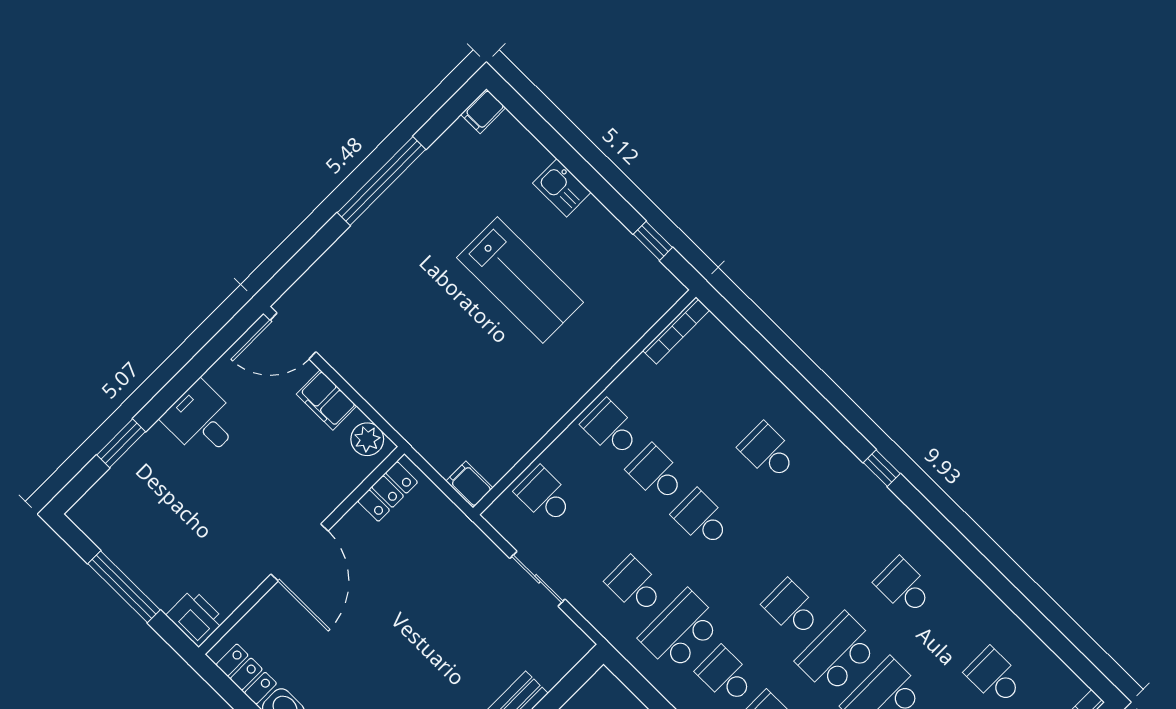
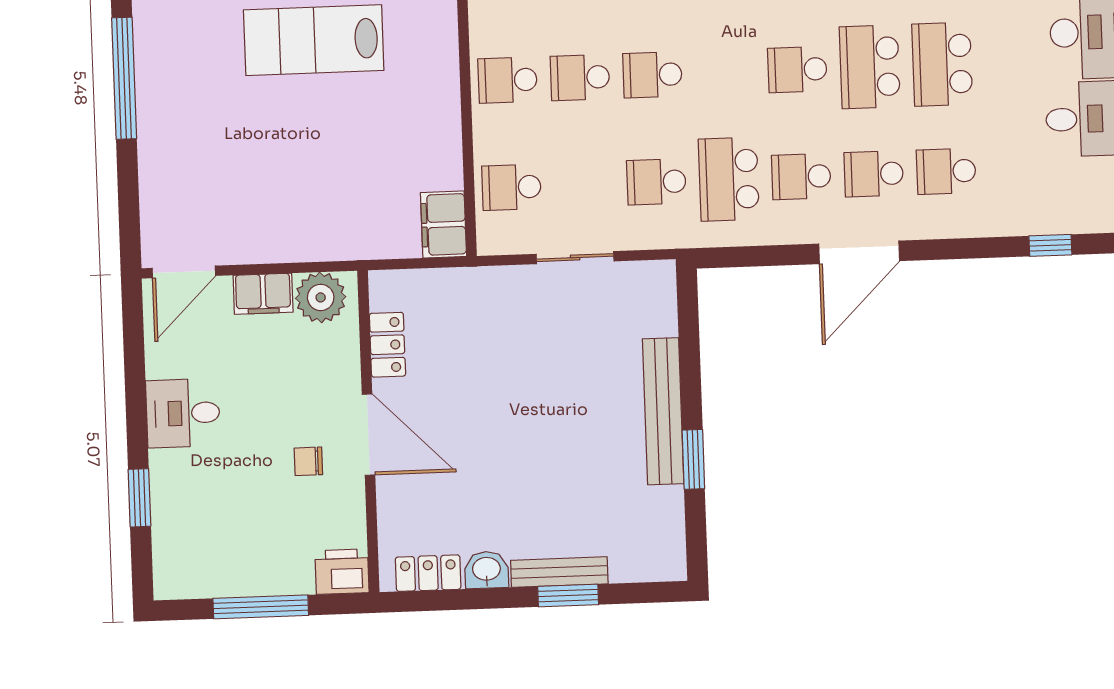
lab bench: (520, 280) -> (314, 40), turned 180
plant: (367, 439) -> (321, 297), width x1.36, depth x1.36
filing cabinet: (469, 485) -> (444, 225), width x2.00
locker: (388, 491) -> (387, 345), moved
chair: (246, 530) -> (308, 461), added

